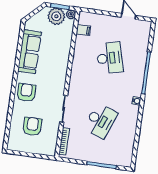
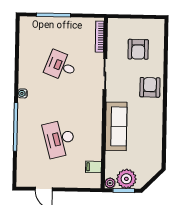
sofa: (30, 52) -> (116, 126), moved, turned 180
armchair: (26, 92) -> (150, 87), turned 180
desk: (101, 121) -> (61, 66), width x0.73

